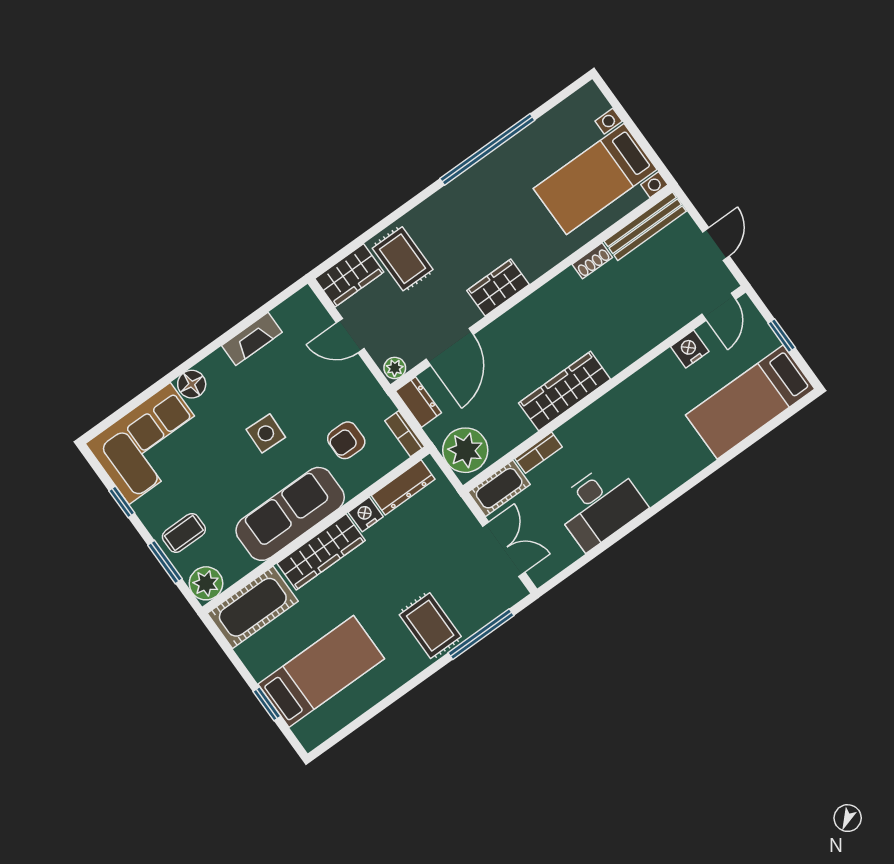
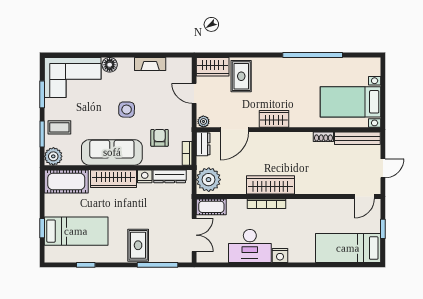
nightstand: (690, 349) -> (280, 256), moved, turned 180
armchair: (346, 440) -> (160, 138), turned 90
bookcase: (538, 453) -> (267, 204), moved, width x1.56
window: (122, 502) -> (42, 94), width x1.50
window: (373, 712) -> (86, 265), added

